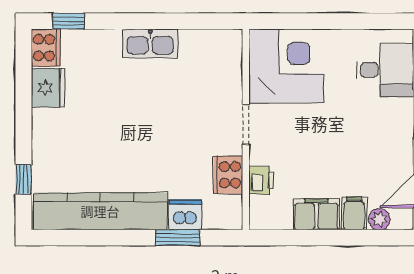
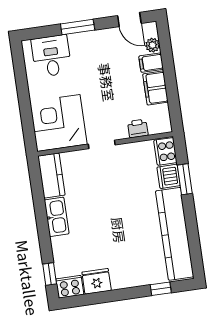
kitchen counter: (211, 45) -> (51, 176), added
cooker: (228, 175) -> (165, 151), moved, turned 90

